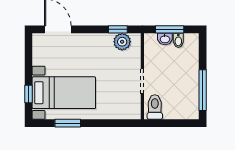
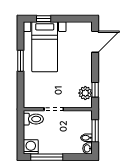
washbasin: (165, 39) -> (87, 148), moved
washing machine: (190, 110) -> (31, 147), added
window: (68, 123) -> (21, 61), moved

